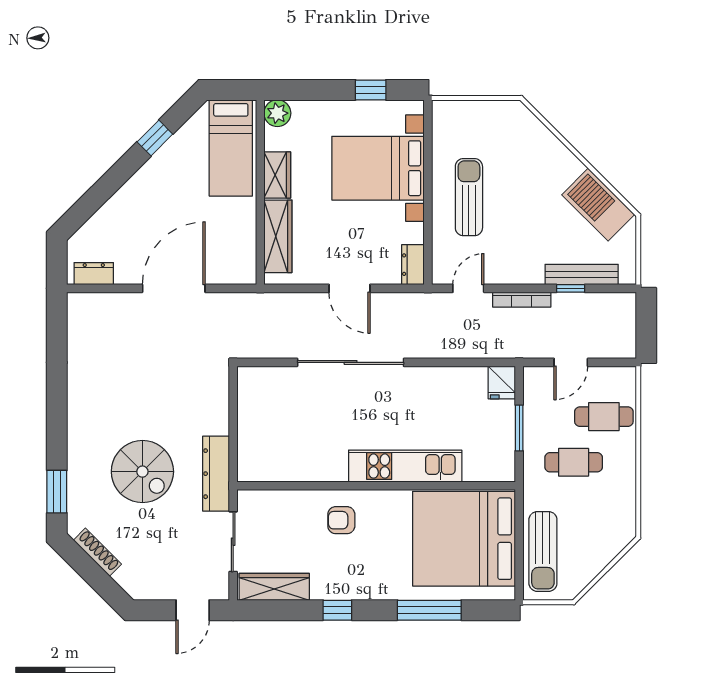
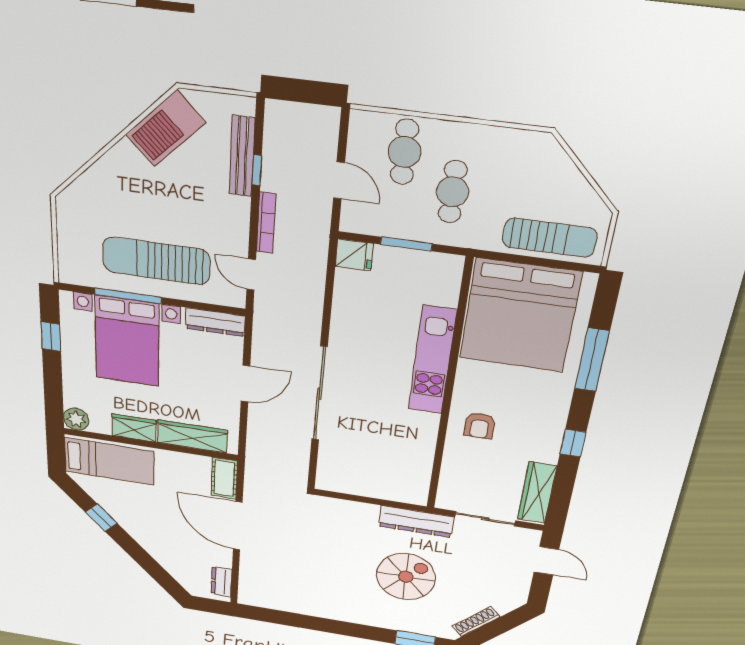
window: (428, 169) -> (128, 296), added
sun lounger: (469, 197) -> (156, 261), width x1.36, depth x1.34
dresser: (413, 265) -> (215, 322), width x1.44
cot: (232, 272) -> (224, 478), added

